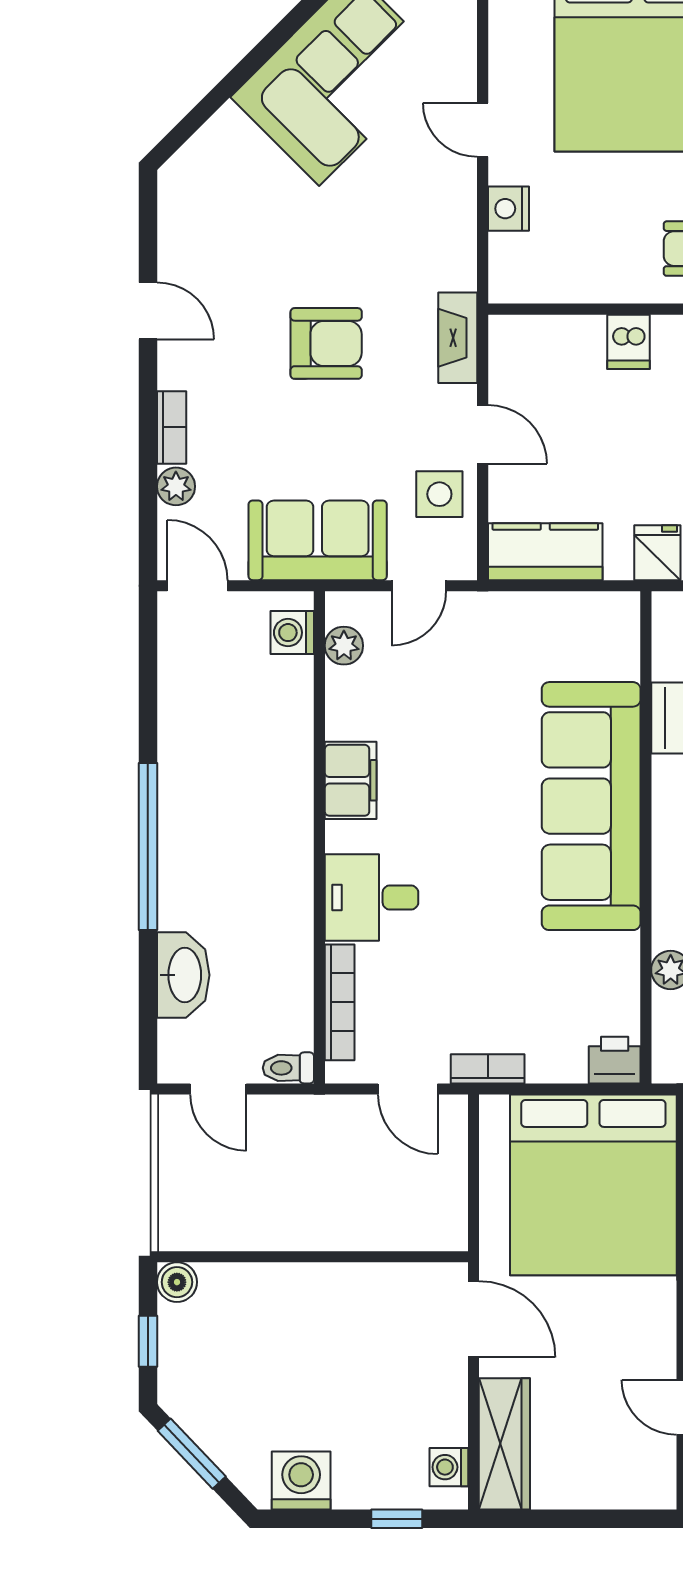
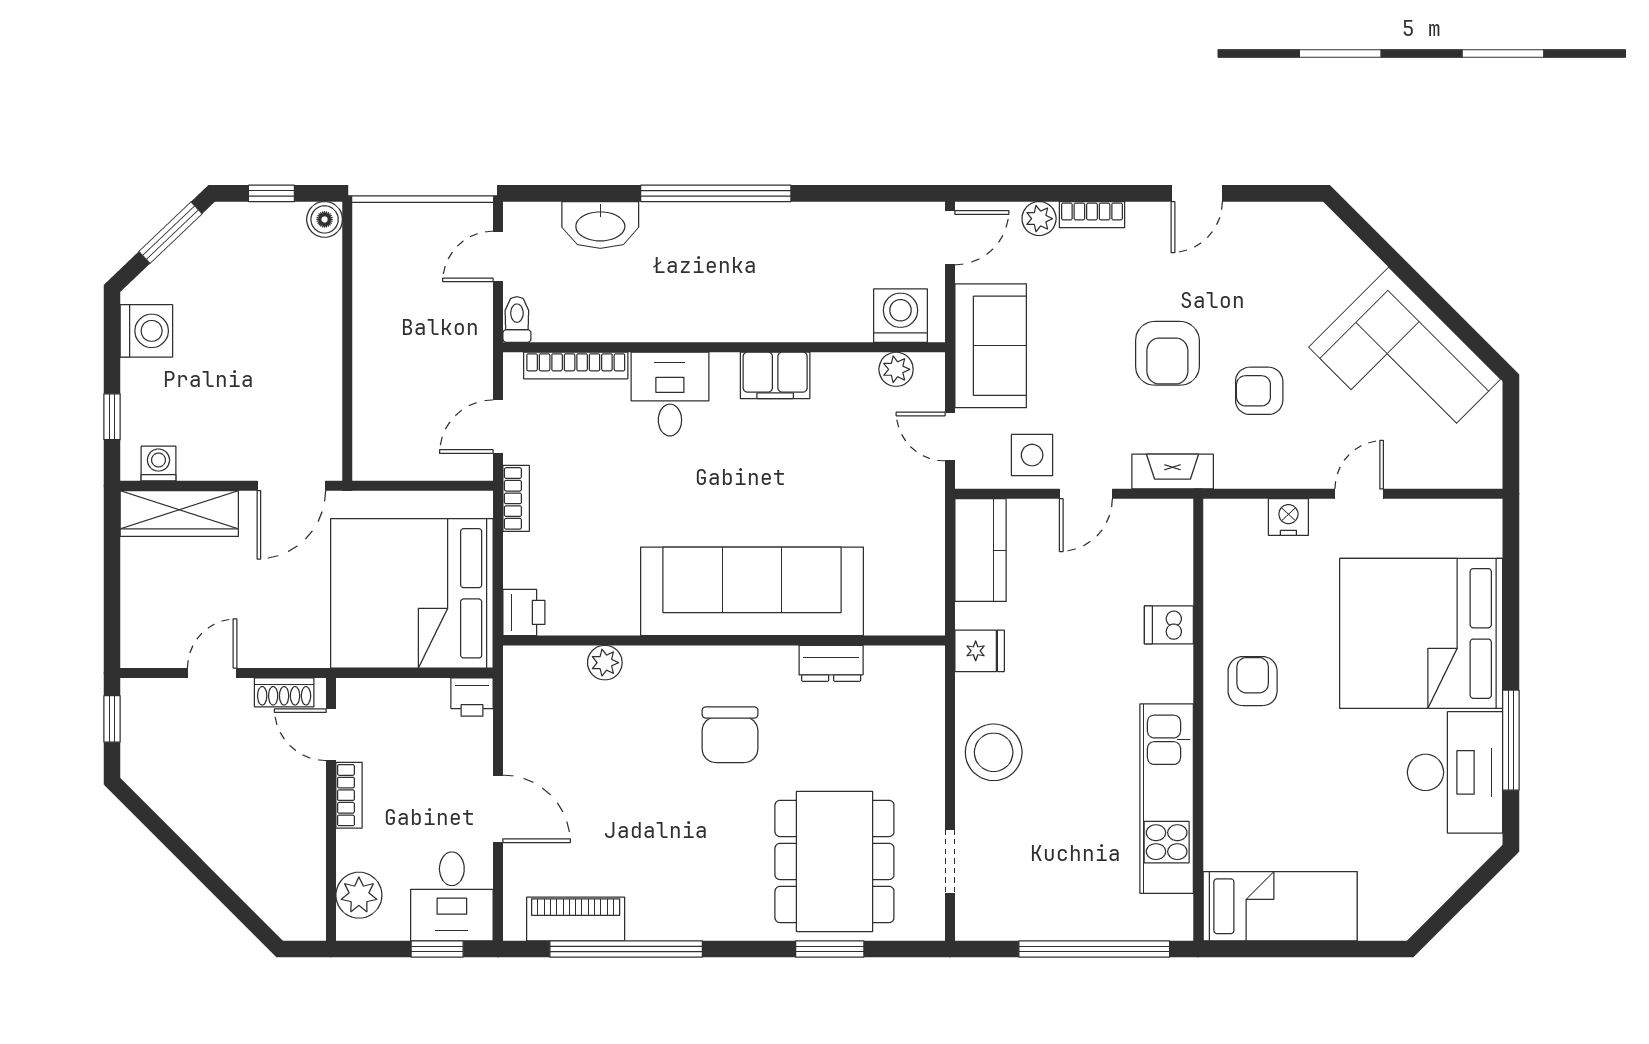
armchair: (368, 241) -> (1259, 391), added
washing machine: (292, 633) -> (900, 316), width x1.38, depth x1.38

